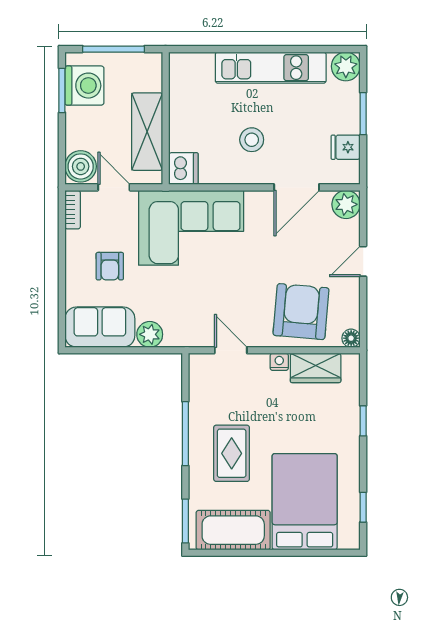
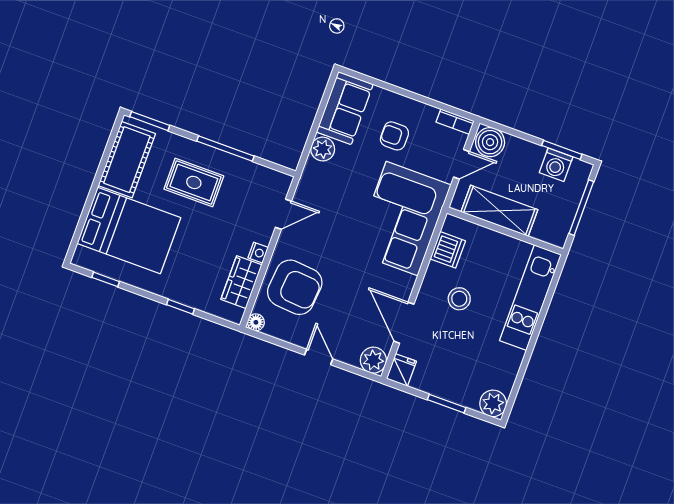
kitchen unit: (271, 68) -> (530, 298), moved
washing machine: (84, 86) -> (556, 165), width x0.73, depth x0.73
fridge: (346, 147) -> (401, 370), moved
dishwasher: (183, 169) -> (448, 250), moved, turned -90

